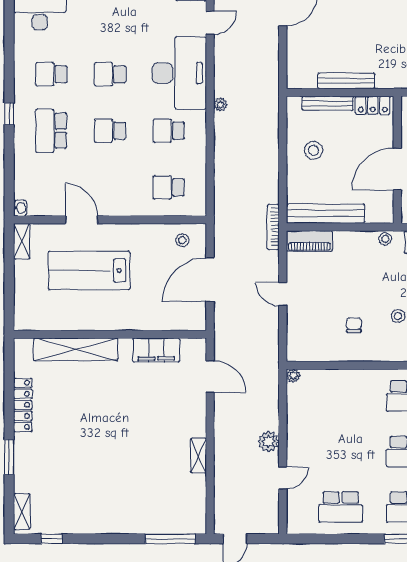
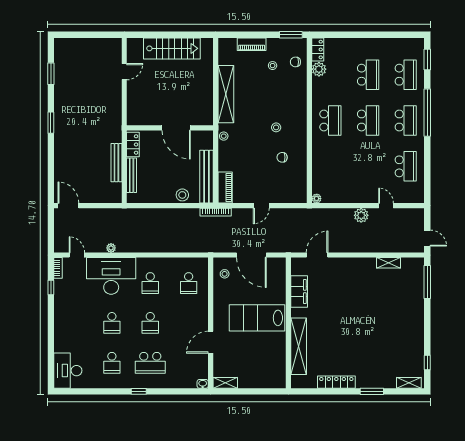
plant: (220, 105) -> (111, 248), moved
stool: (313, 150) -> (182, 195), moved
lab bench: (89, 270) -> (257, 318), moved, turned 90
shelving: (198, 455) -> (388, 263), moved

